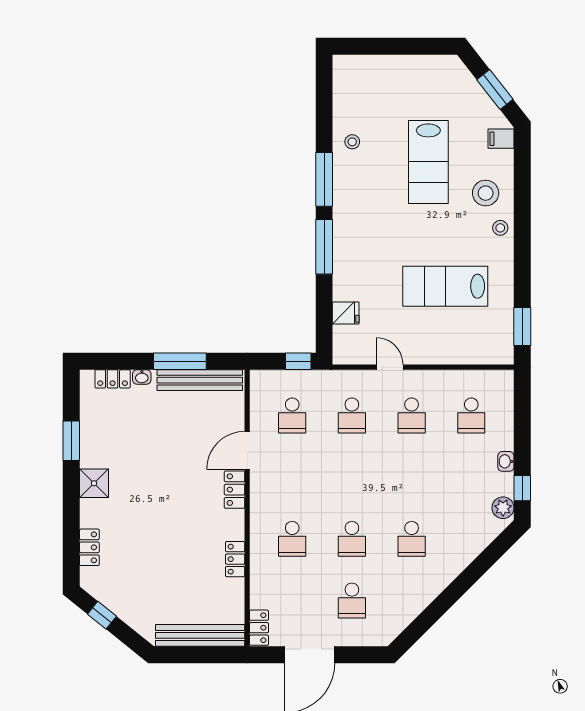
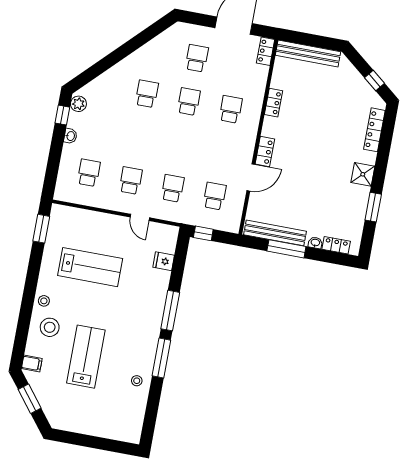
locker: (89, 547) -> (374, 130), width x1.53

